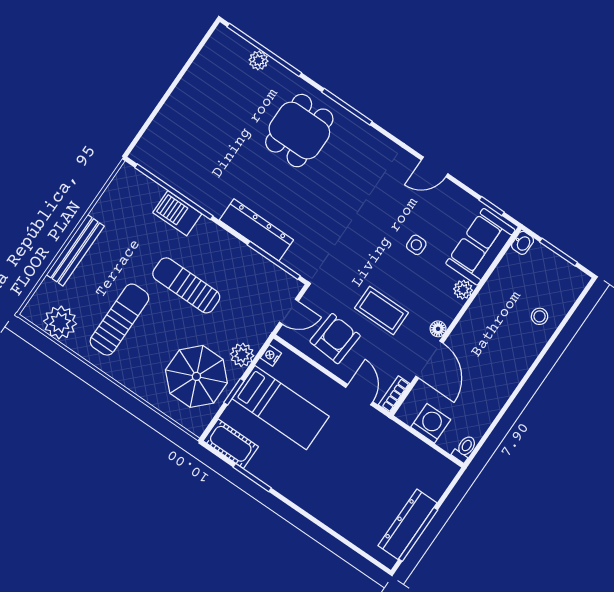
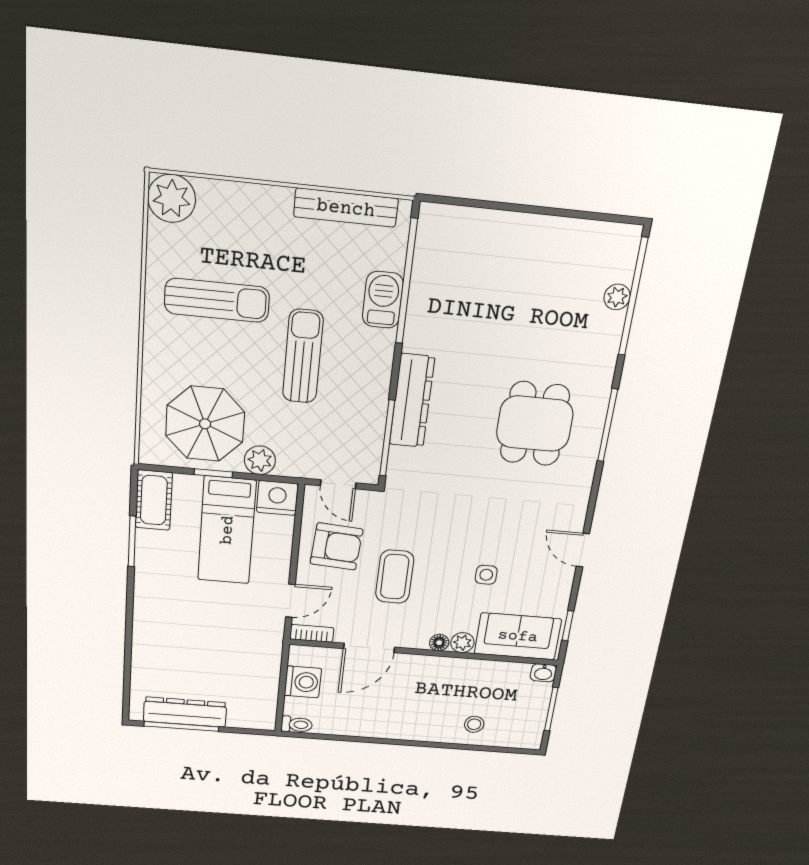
dining table: (299, 131) -> (535, 424), moved, turned 90
bench: (75, 250) -> (346, 208), moved
plant: (60, 322) -> (172, 198), moved
floor lamp: (438, 329) -> (439, 643), moved
nightstand: (271, 356) -> (277, 498), width x1.89, depth x1.79

